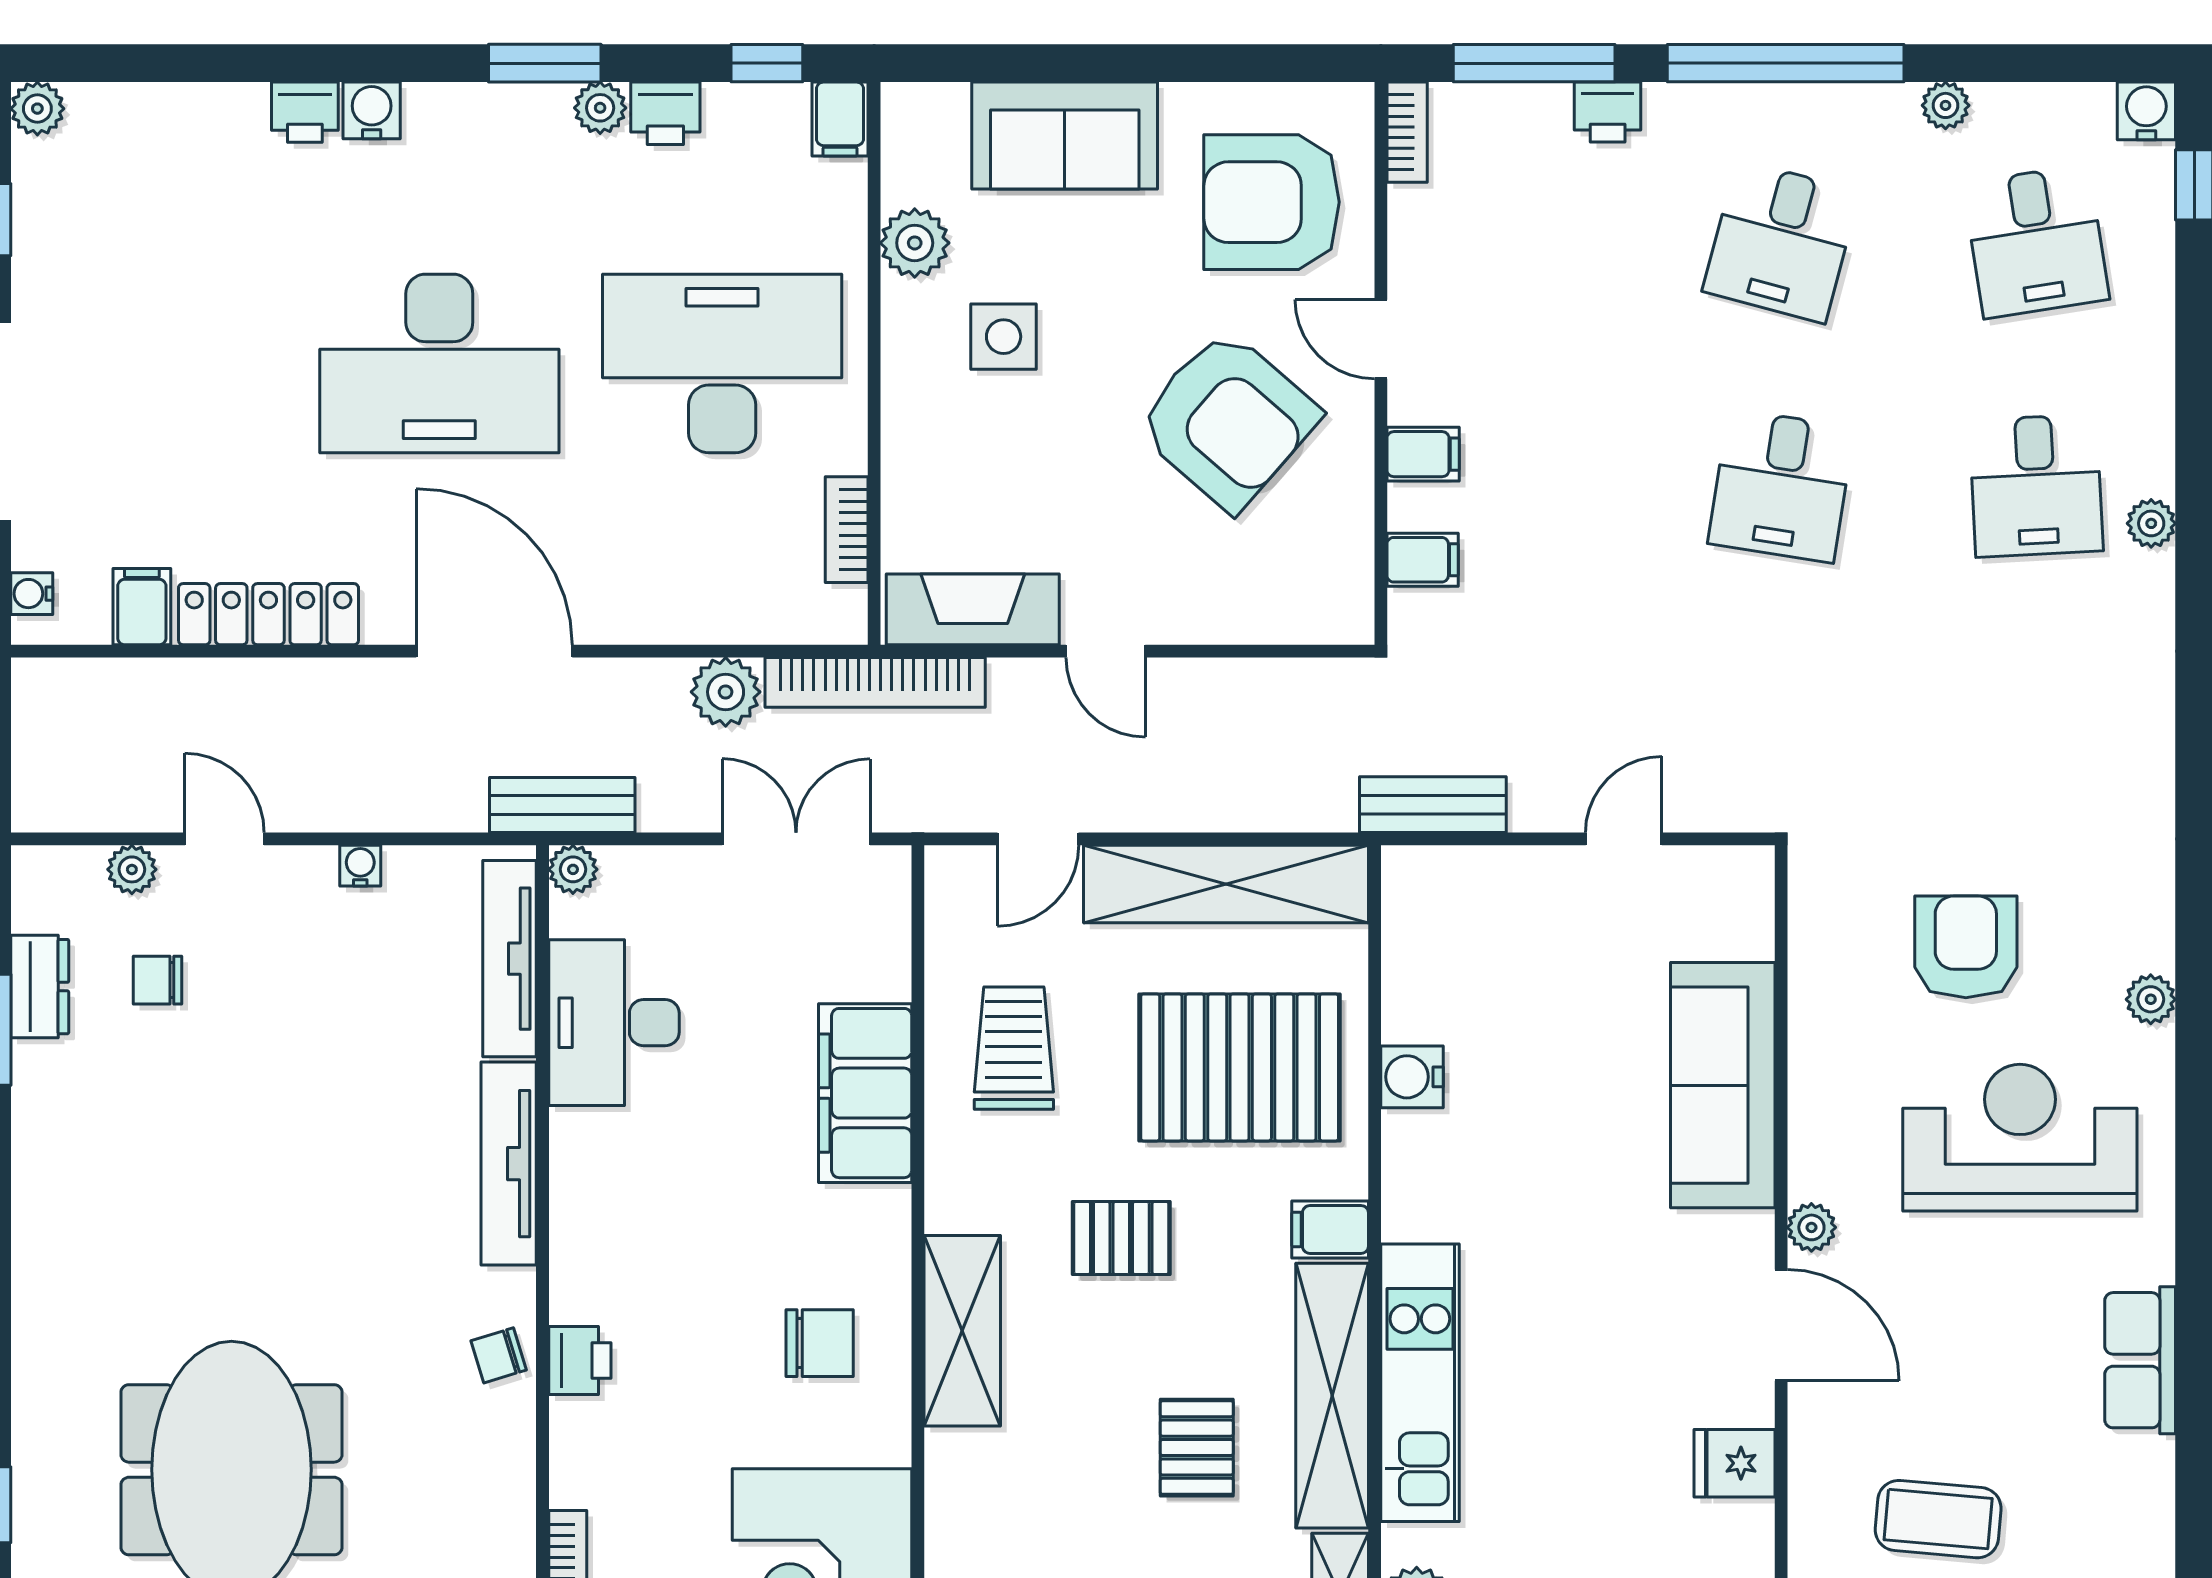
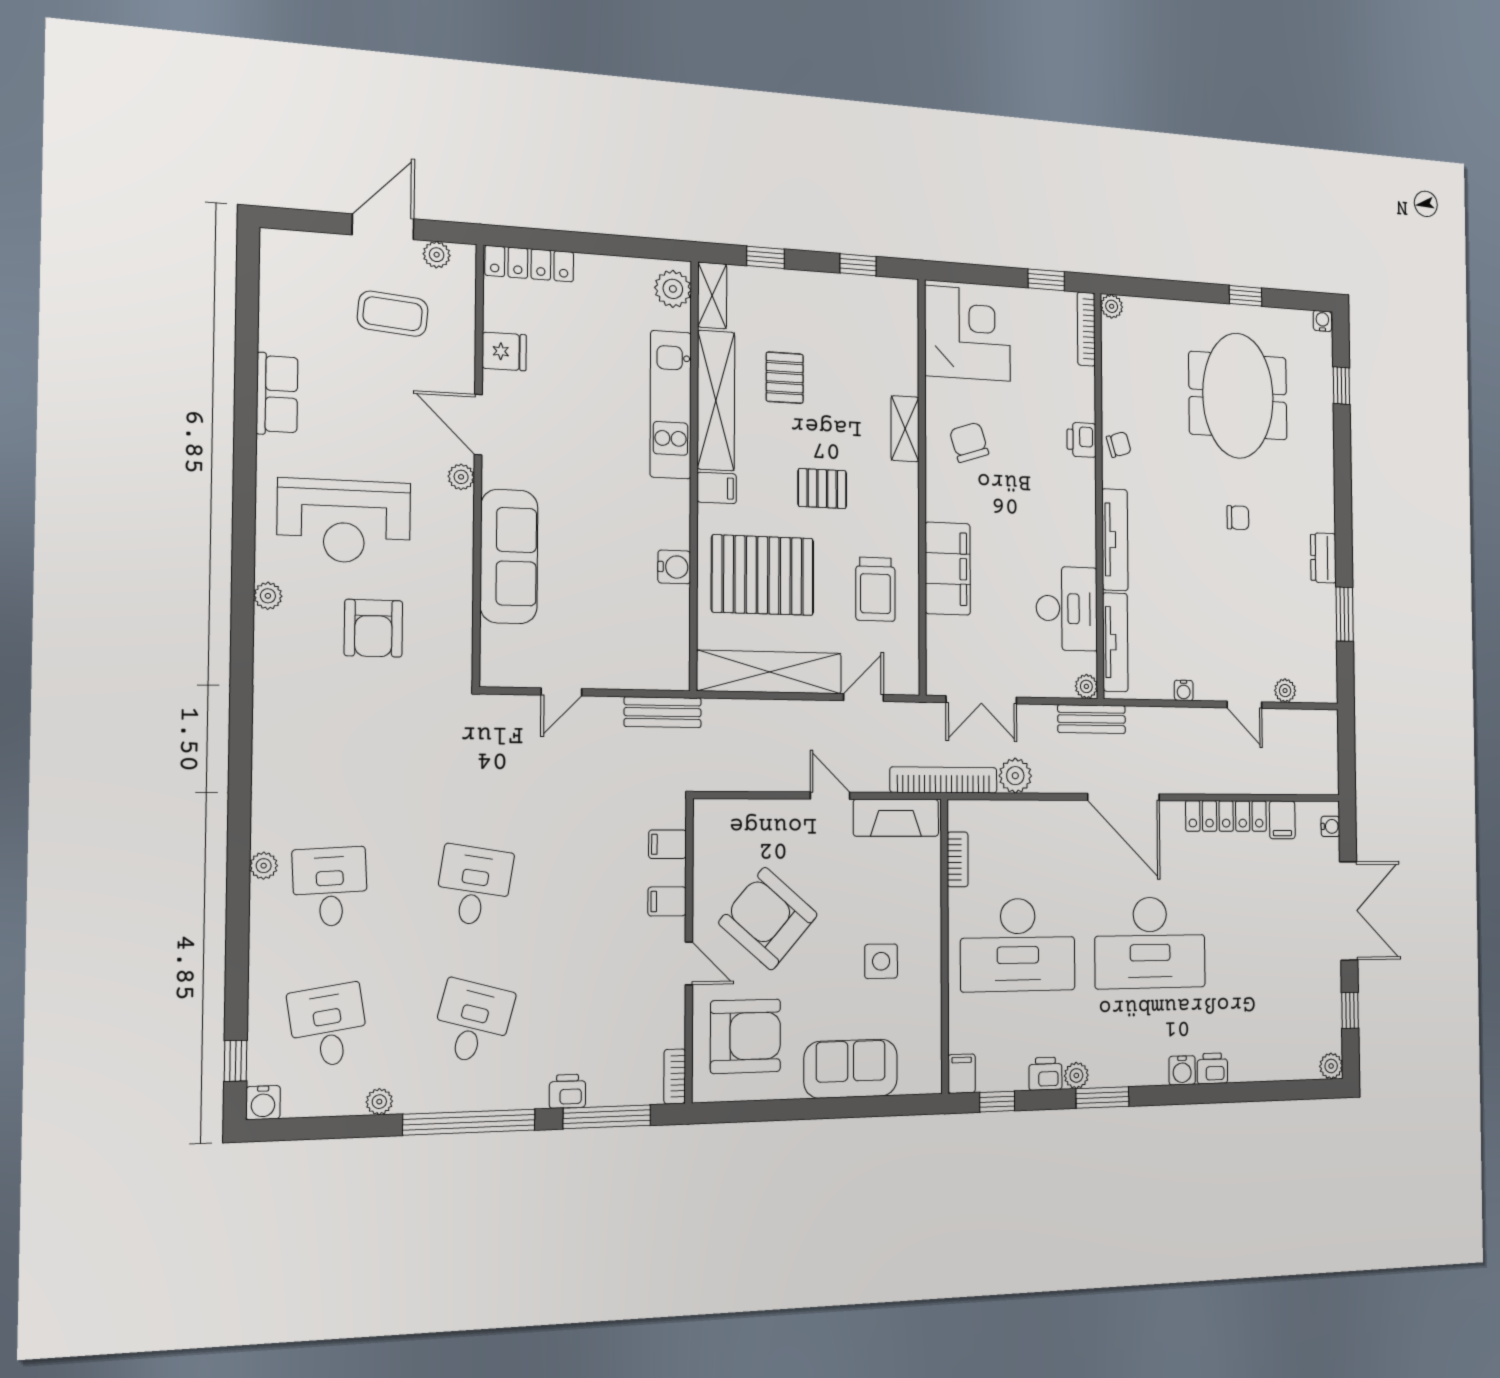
plant: (915, 243) -> (925, 1010), removed
desk: (439, 363) -> (1150, 943), turned 180
chair: (157, 980) -> (1238, 518), moved
dresser: (40, 987) -> (1323, 558), moved
shelving: (962, 1331) -> (905, 429), width x0.67, depth x0.75
chair: (820, 1343) -> (969, 442), turned 72

